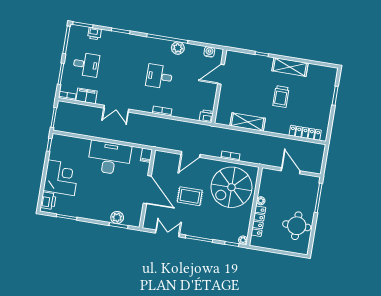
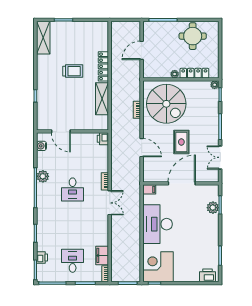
shelving: (290, 67) -> (43, 38), moved
double door: (116, 109) -> (110, 203), moved
locker: (305, 133) -> (103, 66), moved
corner desk: (61, 178) -> (158, 267), moved

